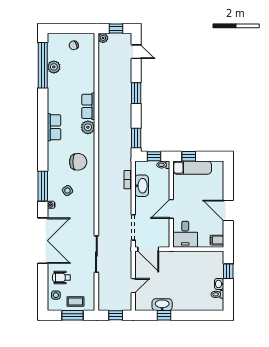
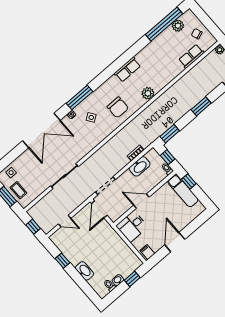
plant: (54, 67) -> (178, 26), moved
row of seats: (88, 106) -> (191, 56), moved
wheelchair: (61, 278) -> (27, 166), removed
washbasin: (162, 305) -> (84, 271), moved

